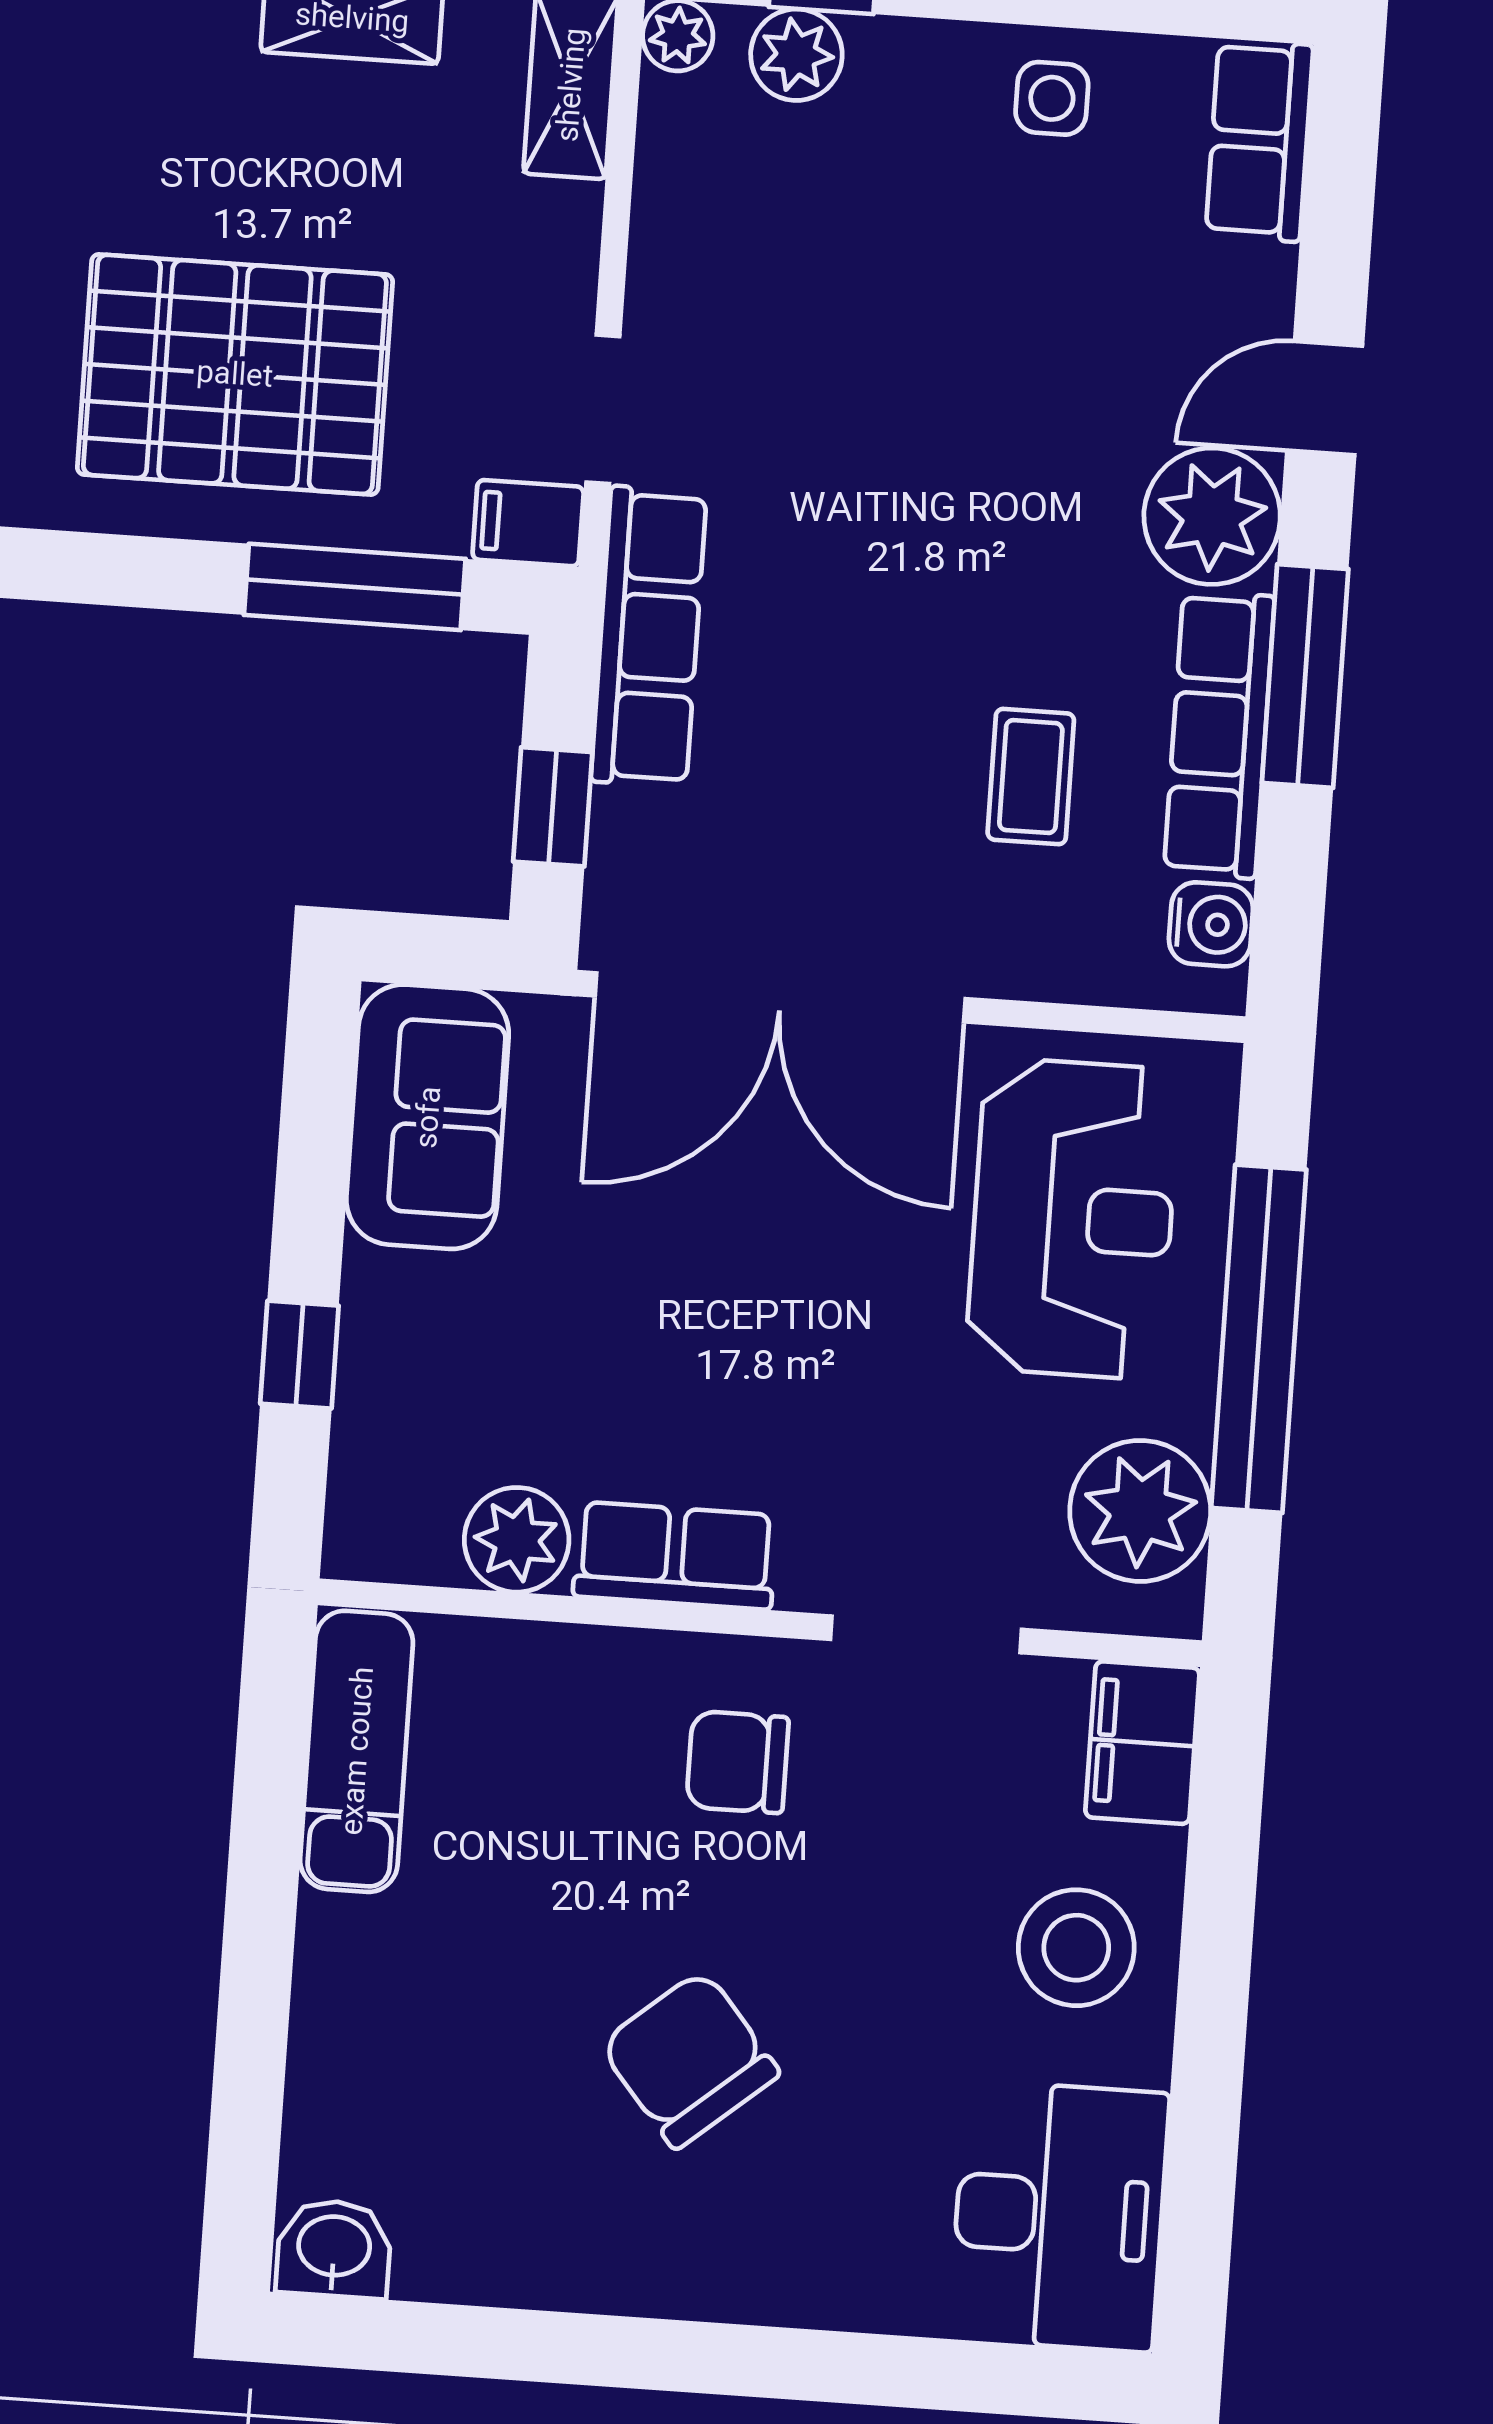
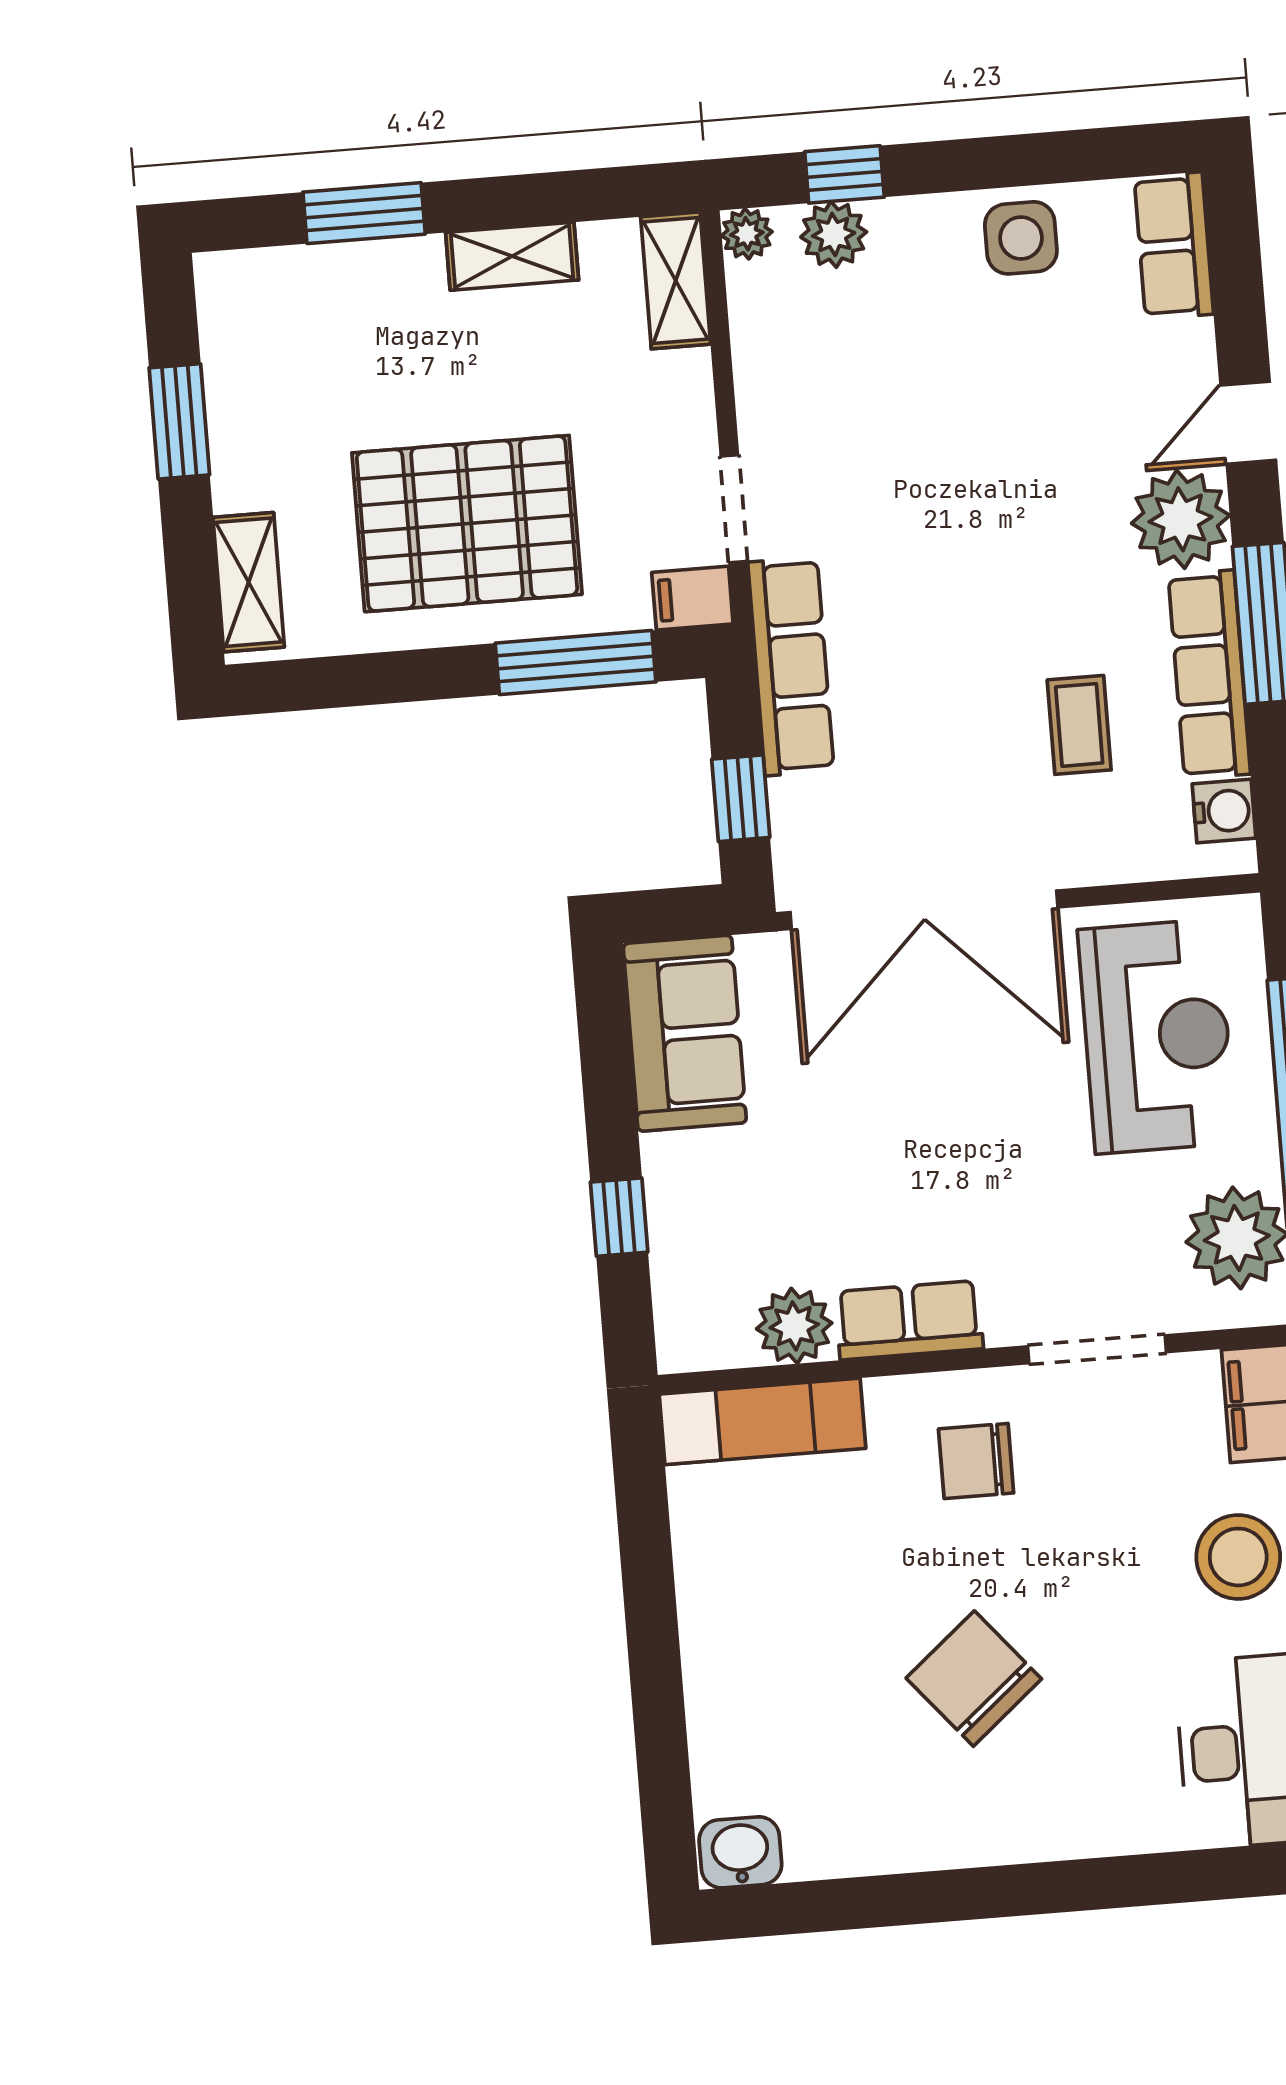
side table: (1052, 98) -> (1021, 238), width x1.37, depth x1.37
exam couch: (357, 1751) -> (762, 1421), moved, turned 90

